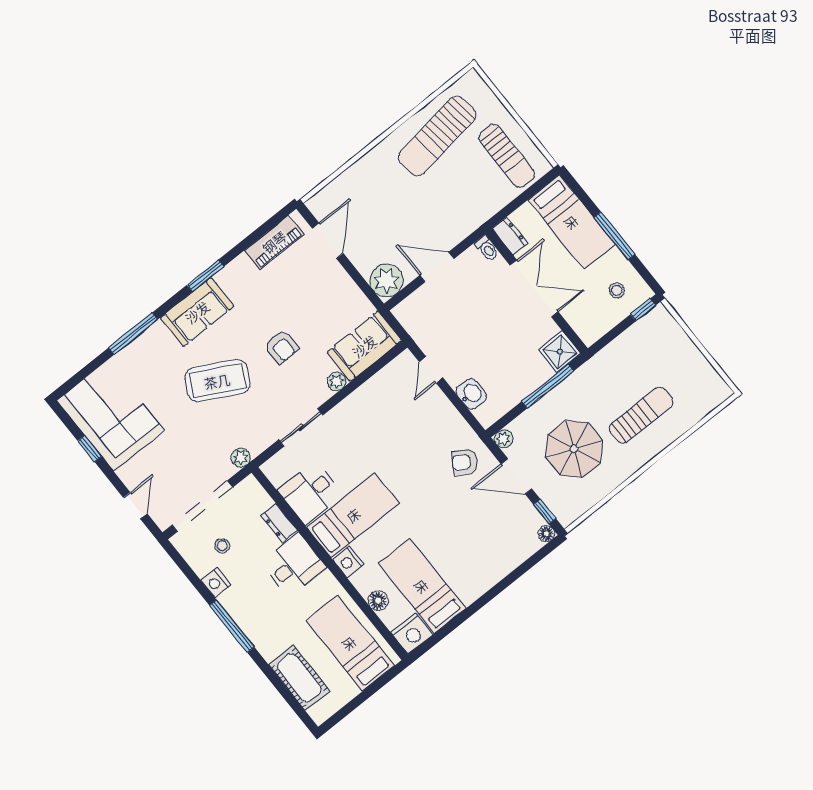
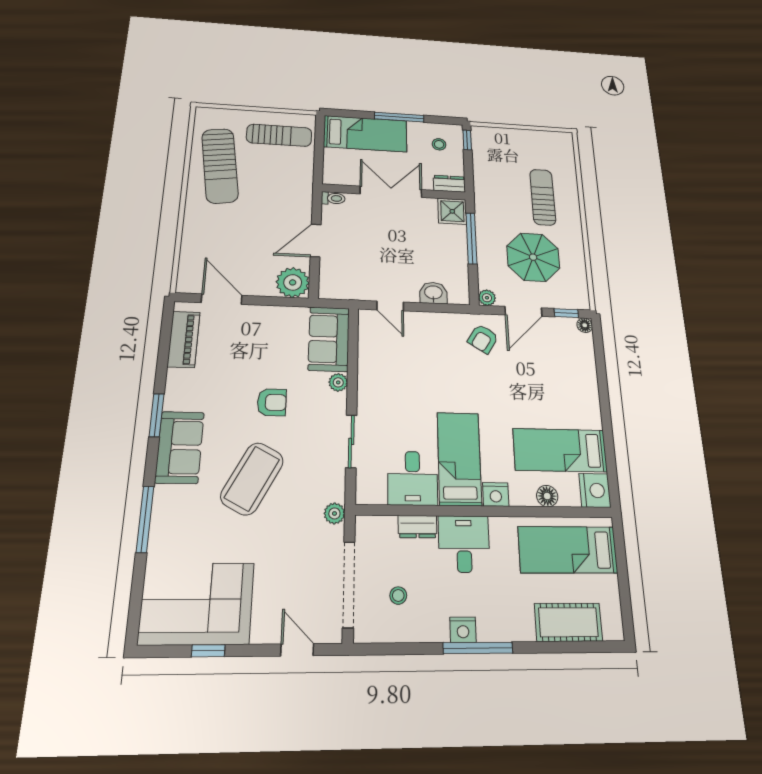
dresser: (510, 236) -> (449, 184), moved
nightstand: (216, 583) -> (463, 630), moved

